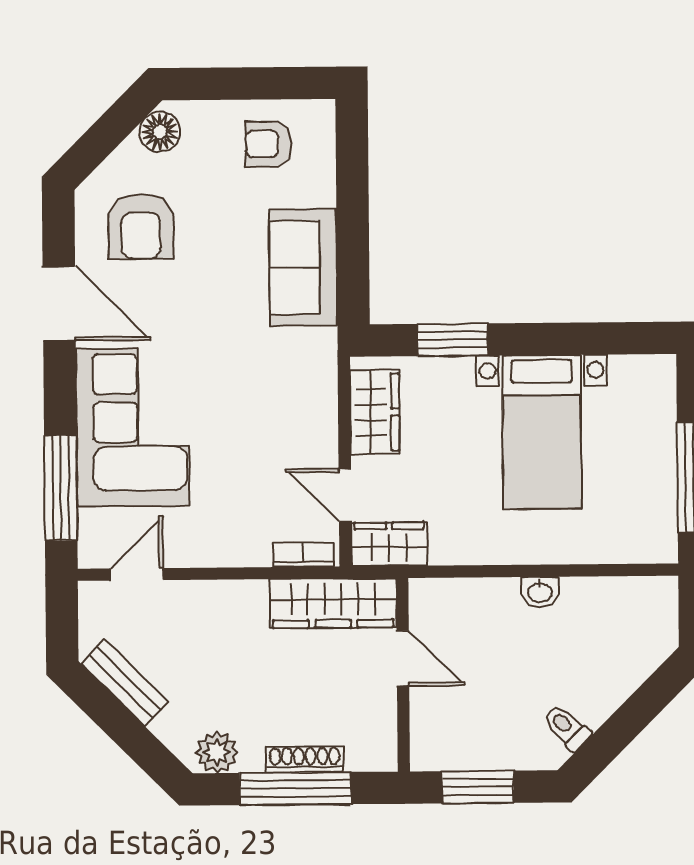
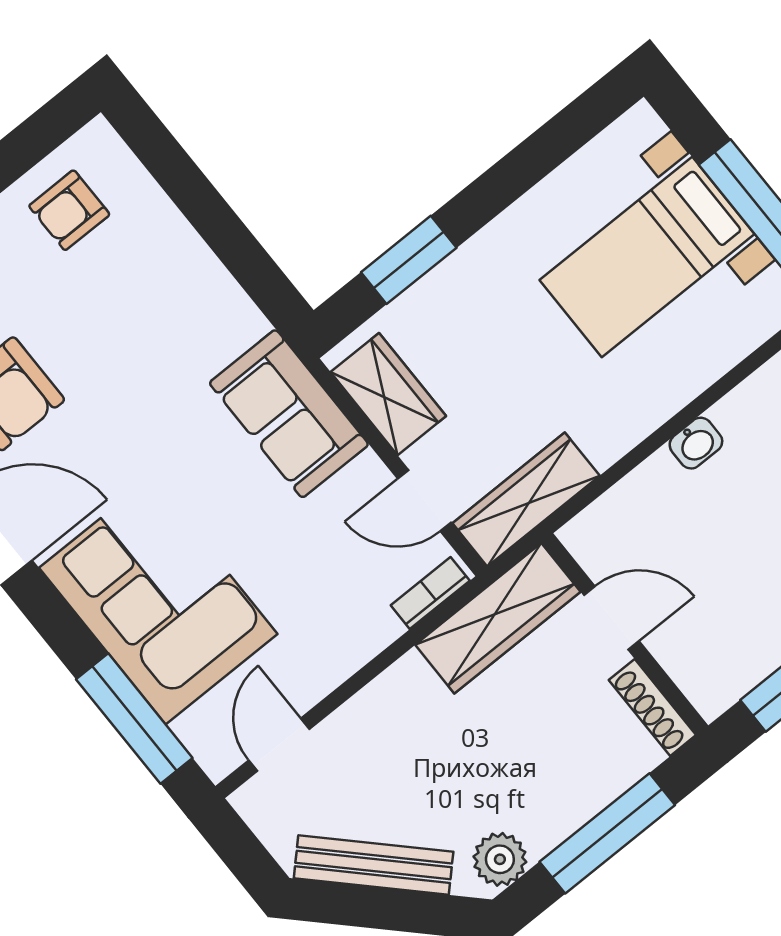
sofa: (303, 268) -> (289, 414), moved
bed with nightstands: (542, 432) -> (647, 257), moved, turned 90
wardrobe: (389, 544) -> (526, 499), width x1.50
bench: (125, 683) -> (374, 865), width x1.36
shoe rack: (305, 759) -> (652, 707), moved, turned -90

